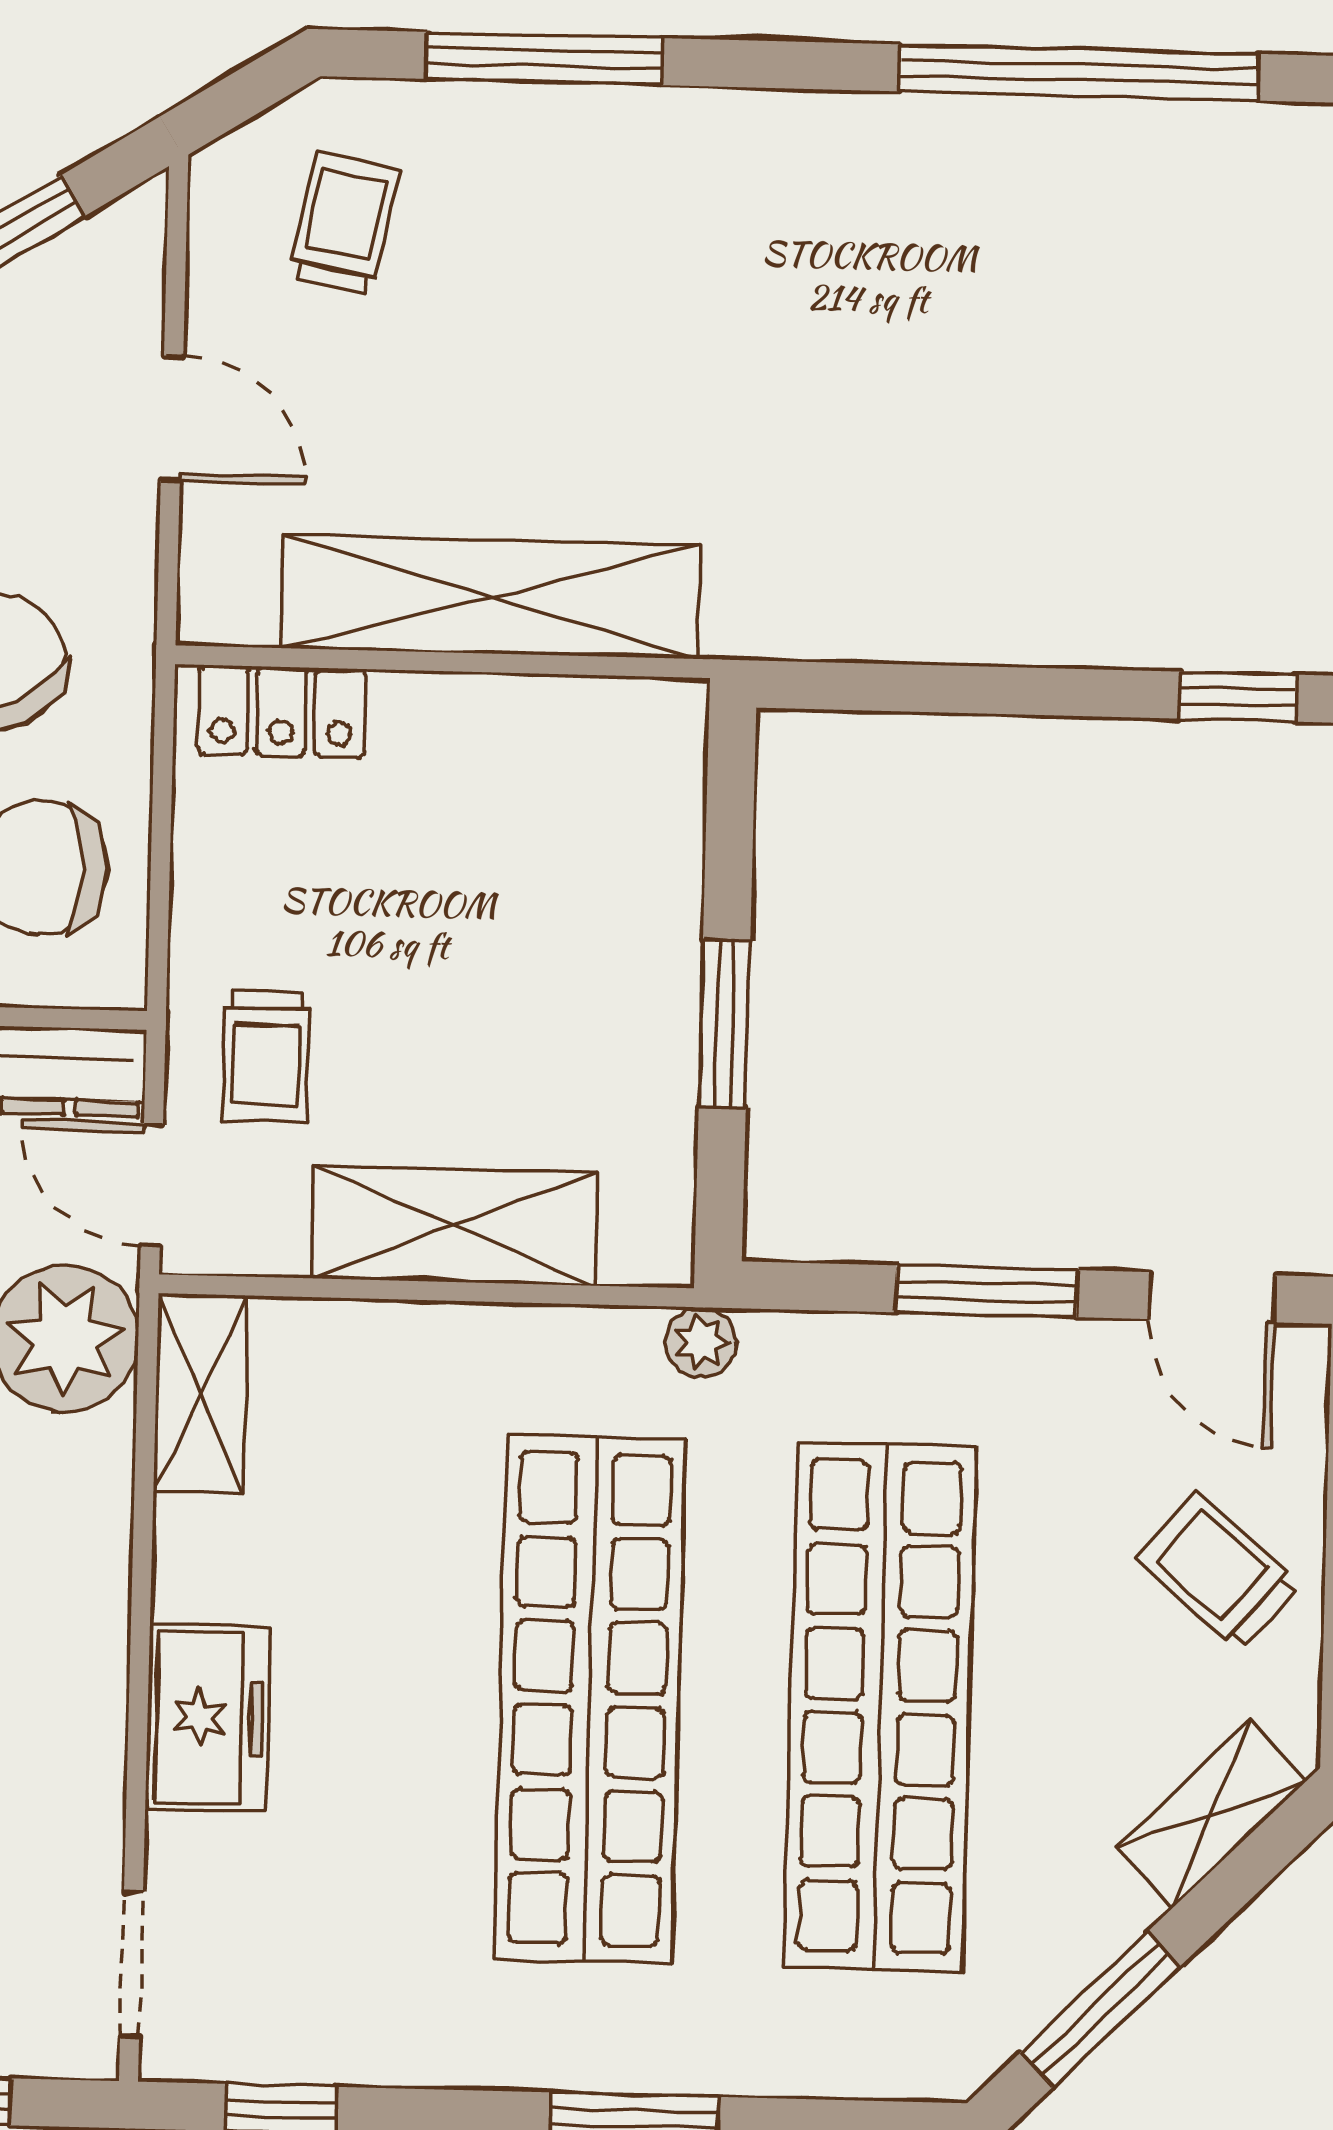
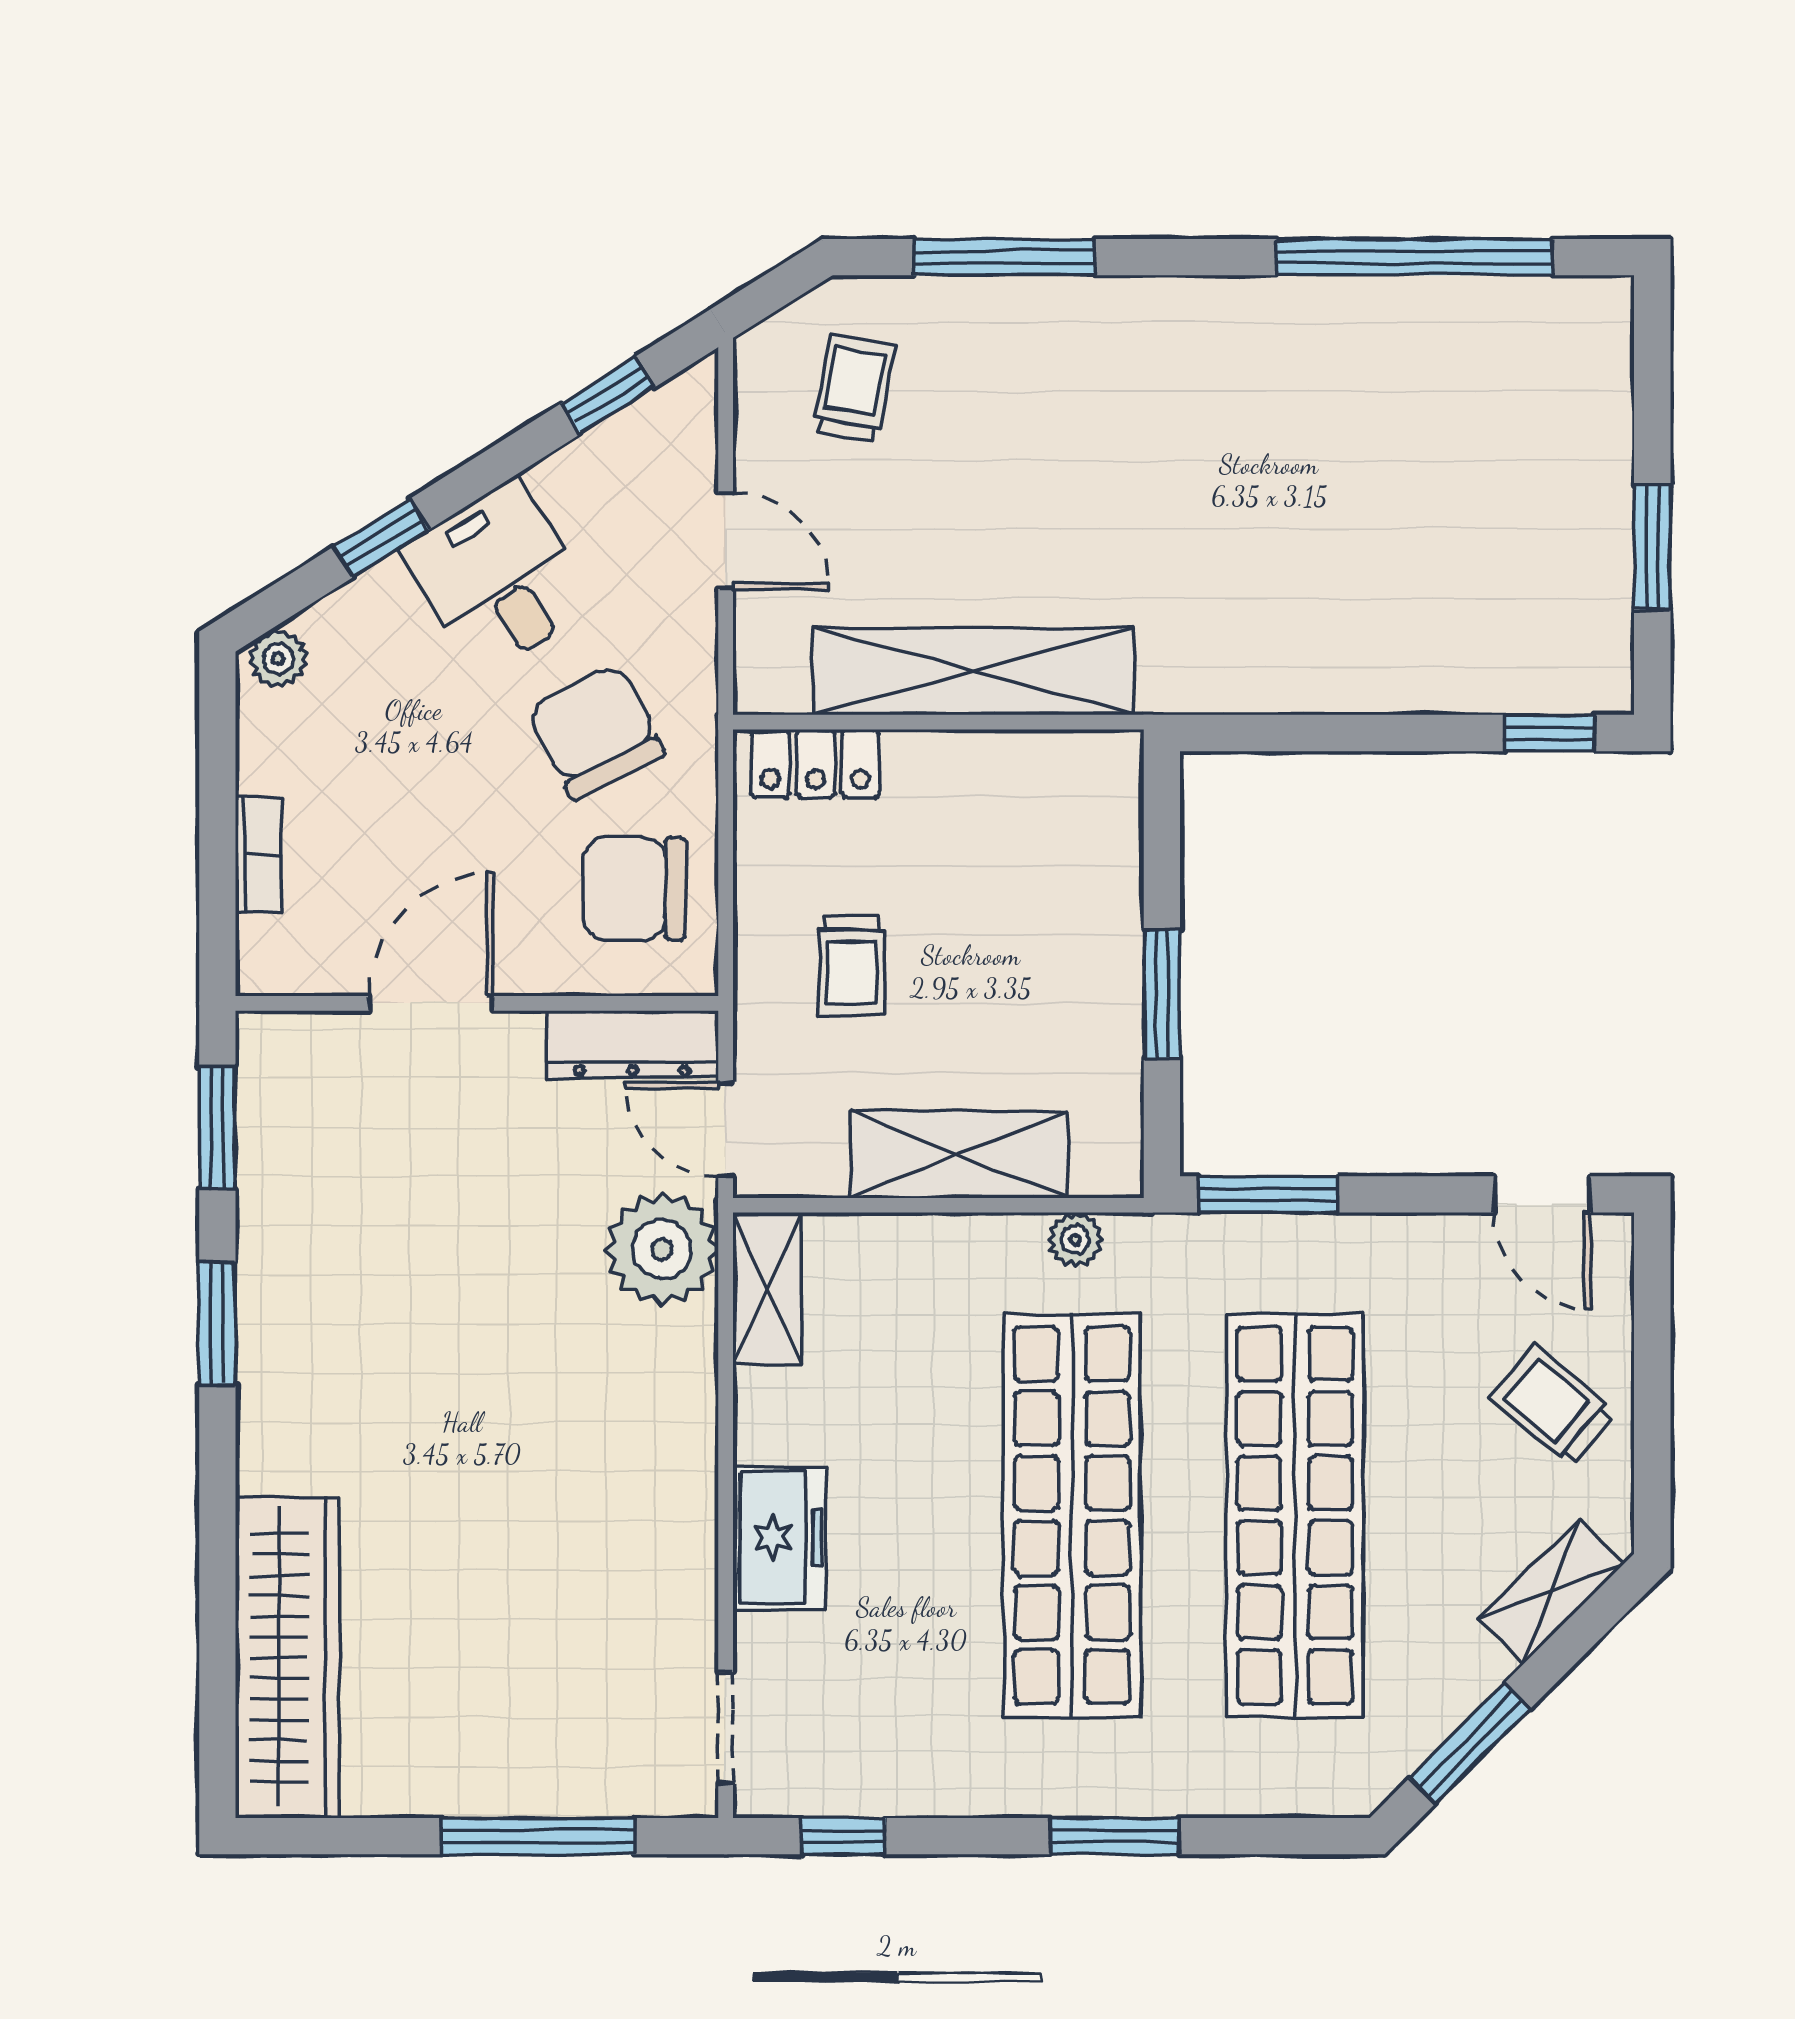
trolley: (266, 1056) -> (852, 965), moved
window: (987, 1291) -> (1268, 1194), moved
plant: (701, 1342) -> (1075, 1239), moved

